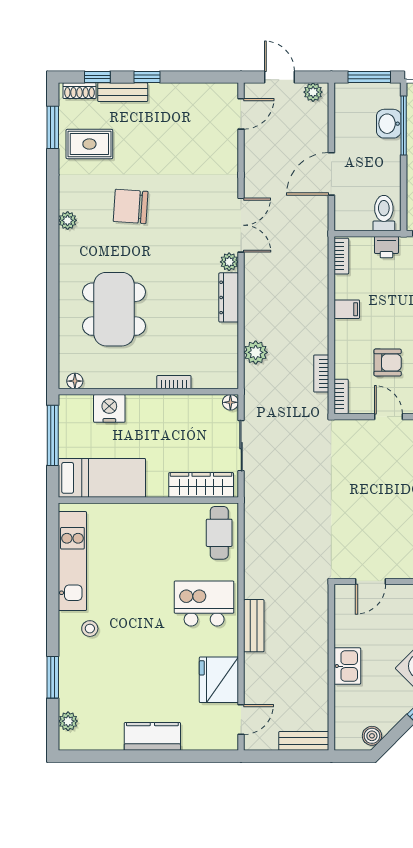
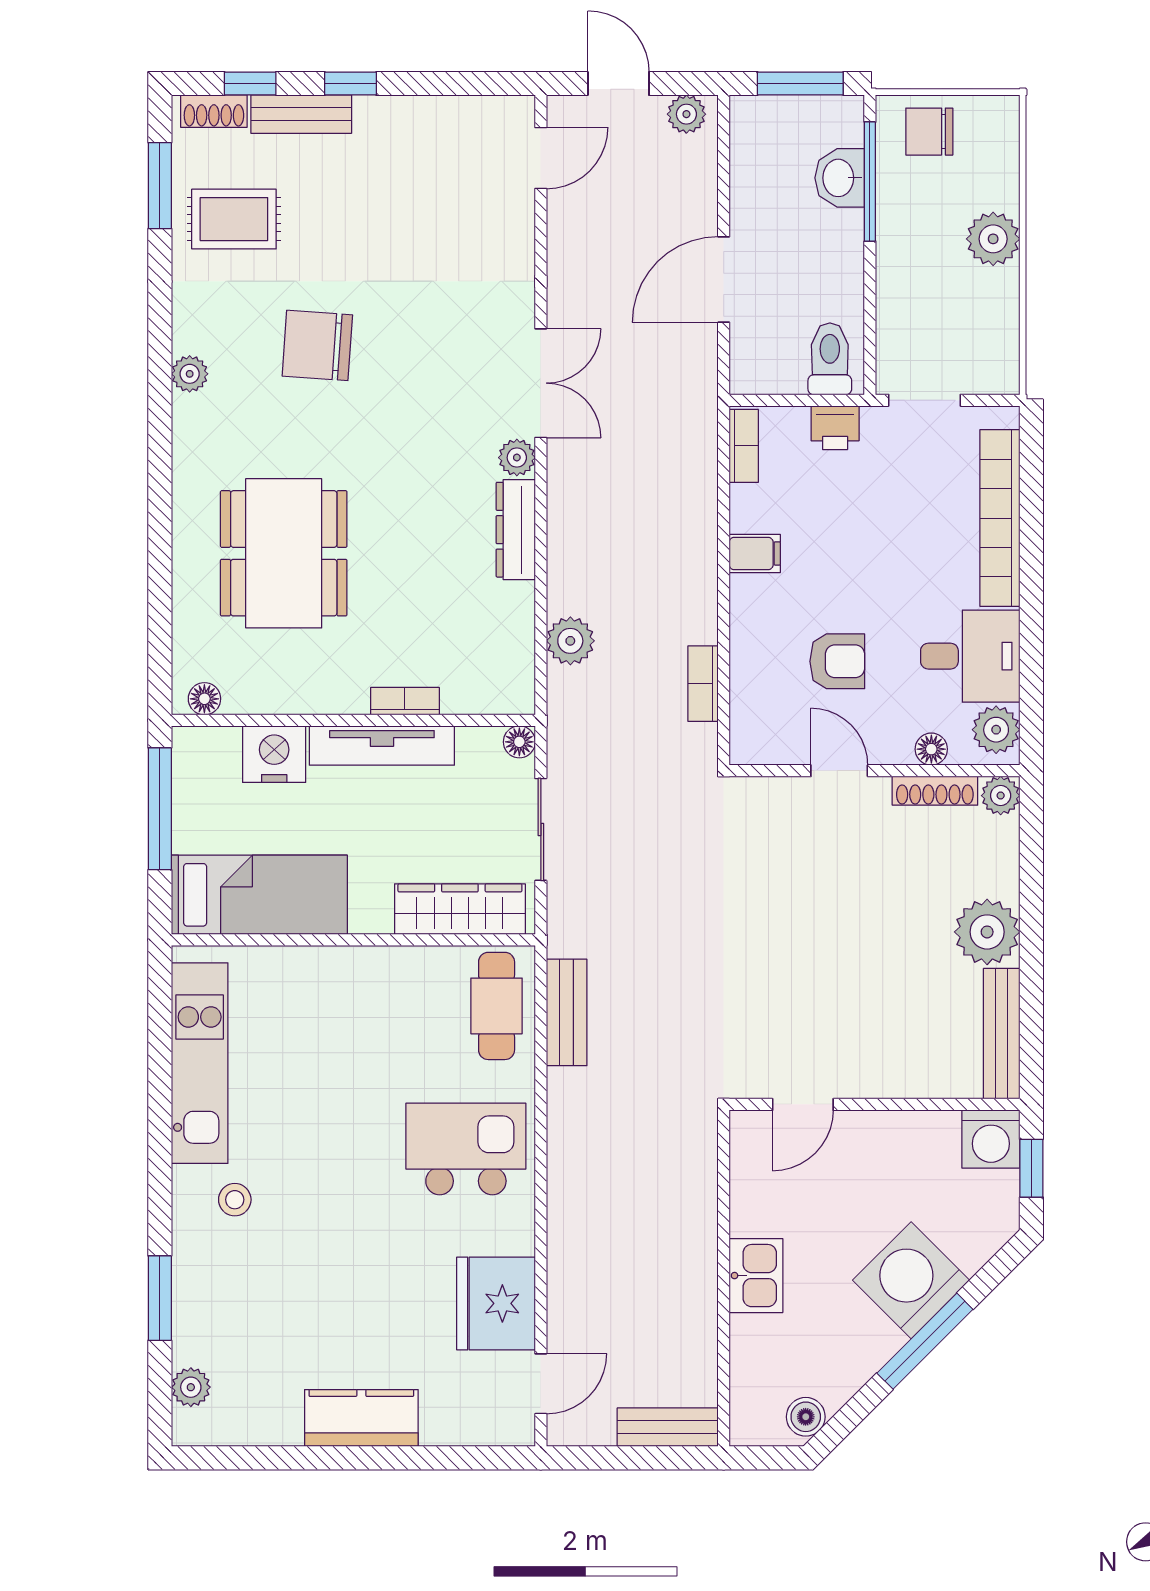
bookcase: (341, 396) -> (743, 730), removed
tv unit: (163, 404) -> (382, 746), added
bench: (254, 626) -> (567, 1012), moved

